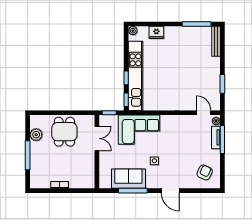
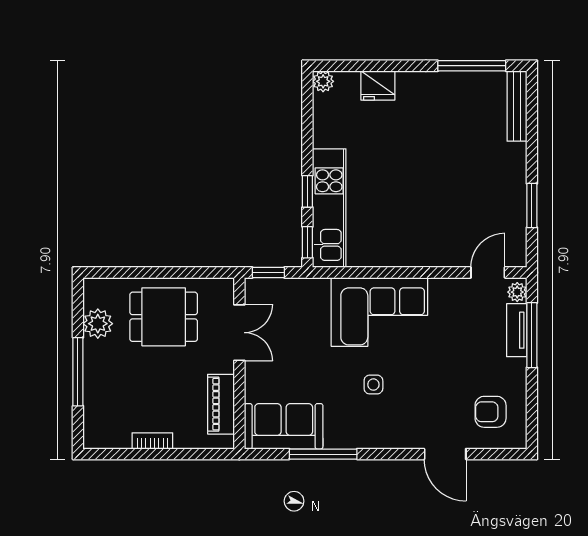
kitchen unit: (135, 76) -> (329, 208), width x0.73
door: (203, 113) -> (488, 272), hinge flipped
corner sofa: (139, 130) -> (379, 312), moved
dining table: (64, 132) -> (164, 317), turned 90
piano: (89, 169) -> (221, 404), added
armchair: (205, 172) -> (491, 412), turned -115
sofa: (128, 179) -> (284, 426), moved
door: (170, 191) -> (445, 454), moved

